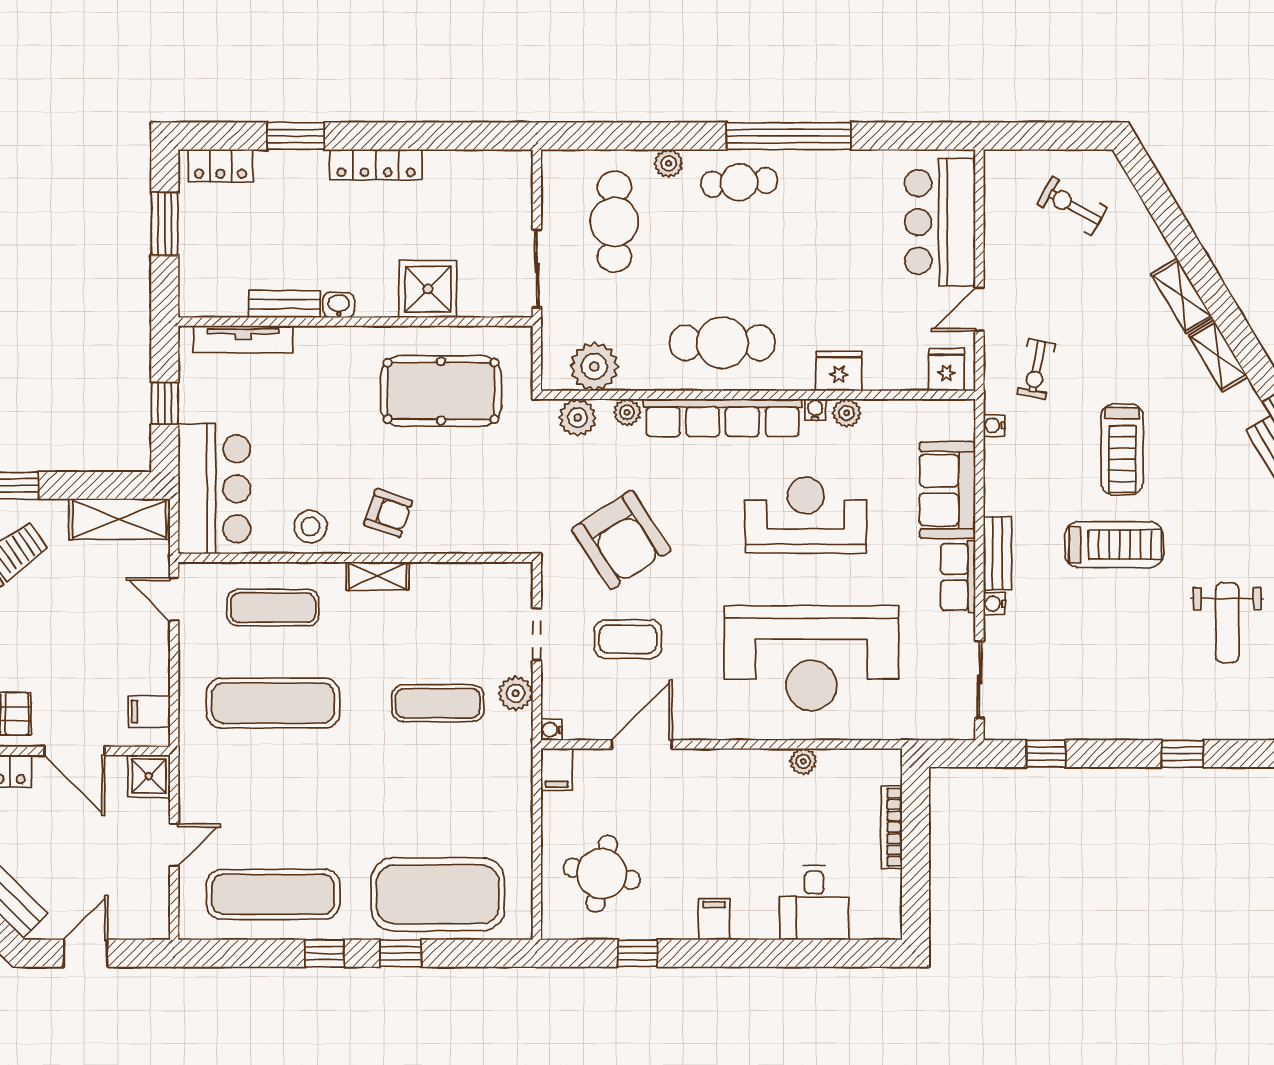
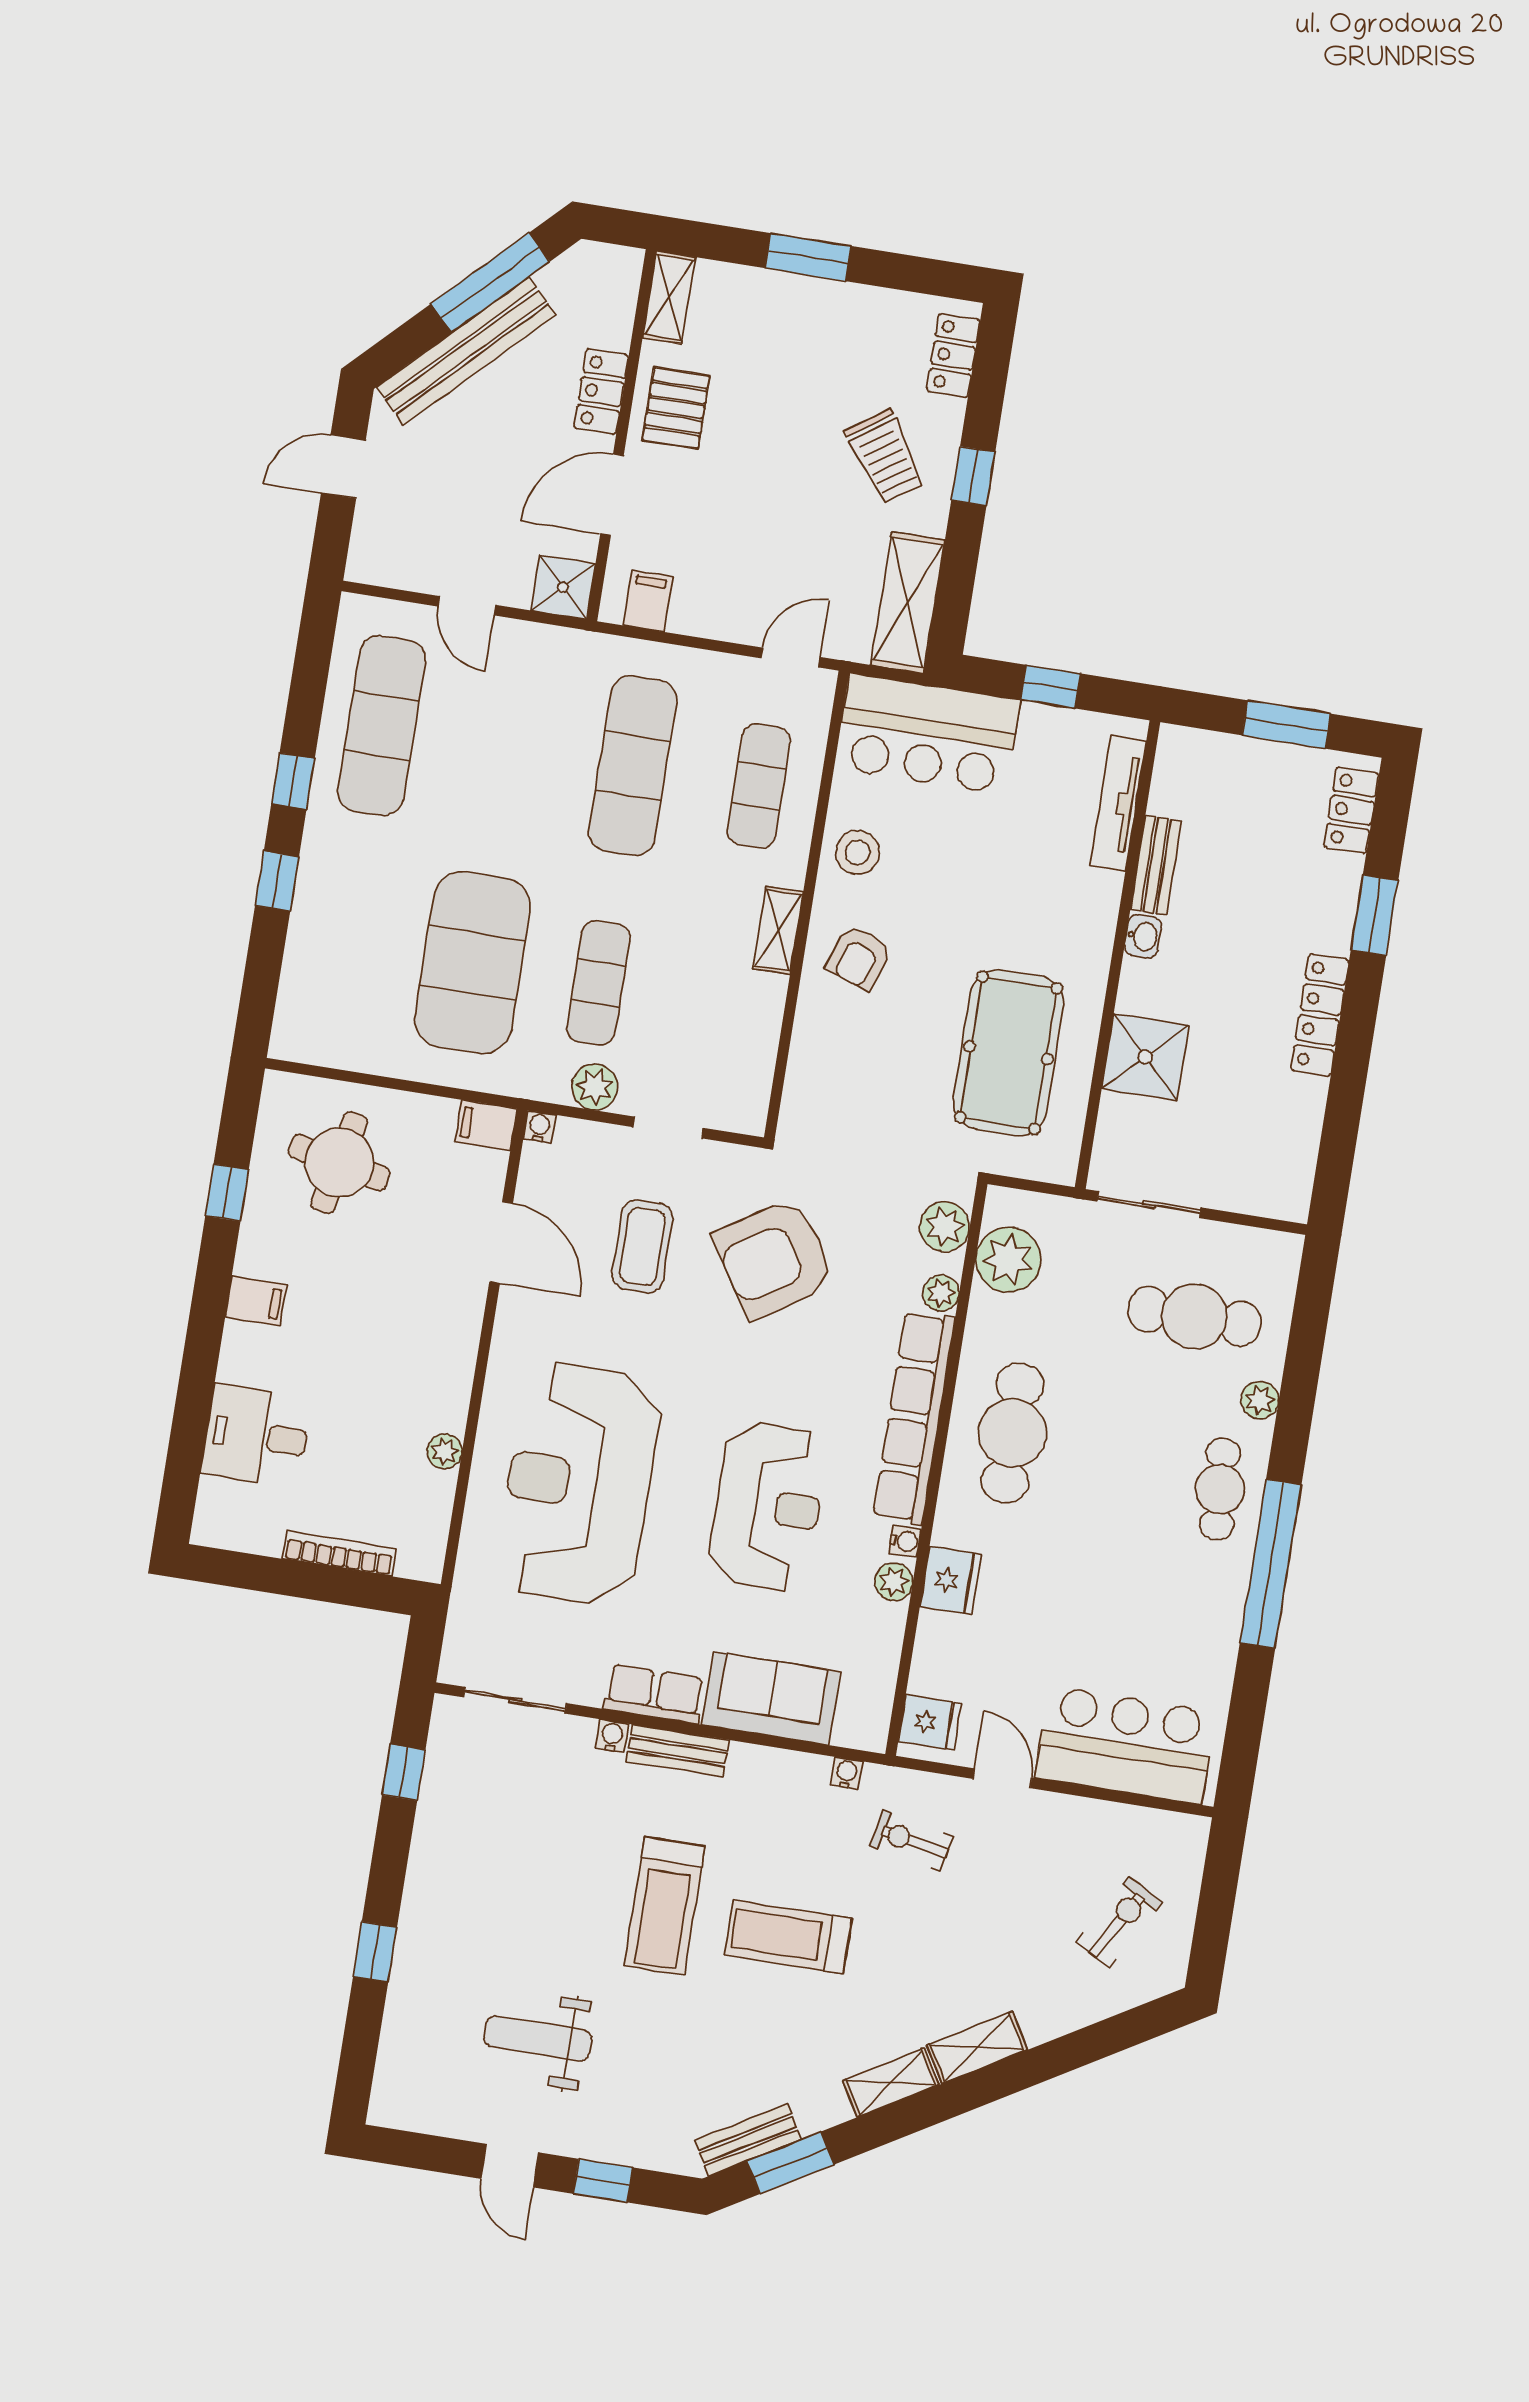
exercise mat: (438, 894) -> (472, 963), moved
door: (86, 953) -> (343, 466), swing flipped

